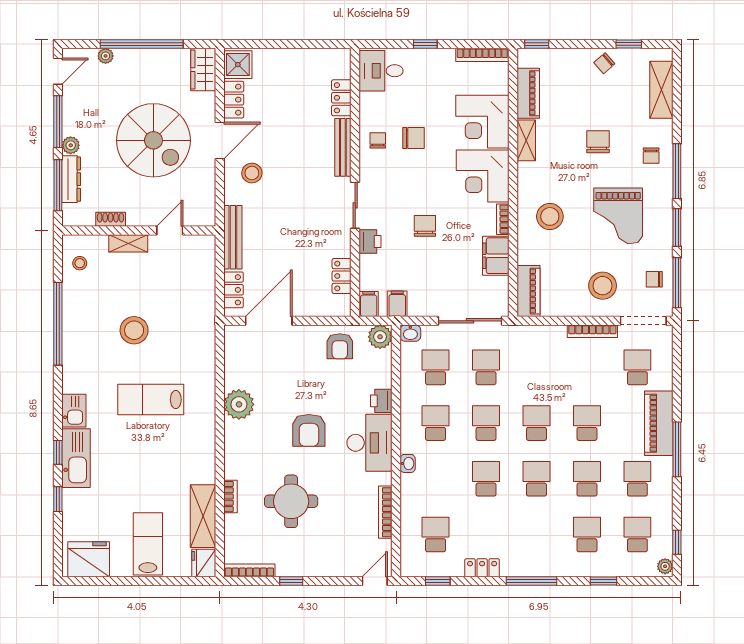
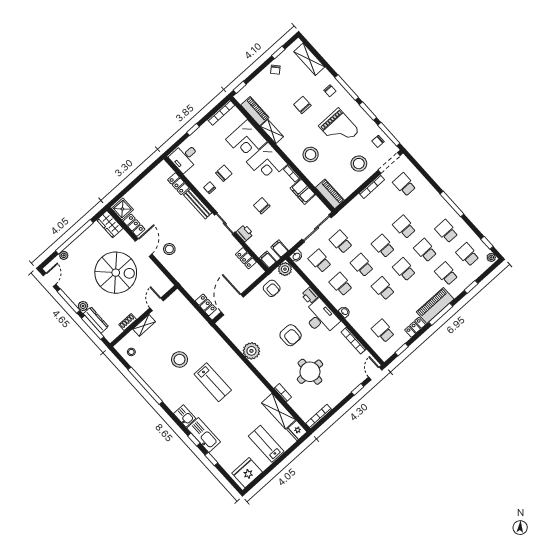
bench: (233, 237) -> (186, 283), removed
lab bench: (151, 400) -> (213, 382), turned -90
piano: (659, 423) -> (435, 305), moved, turned 90
window: (291, 581) -> (358, 389), moved

